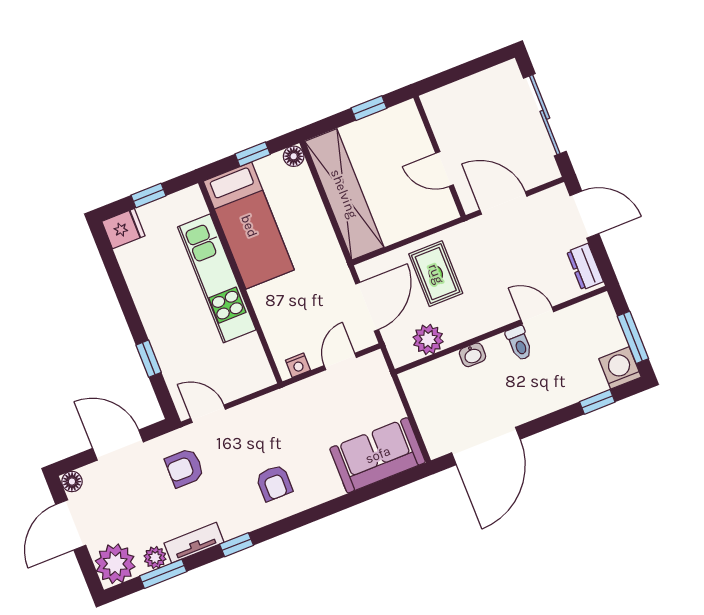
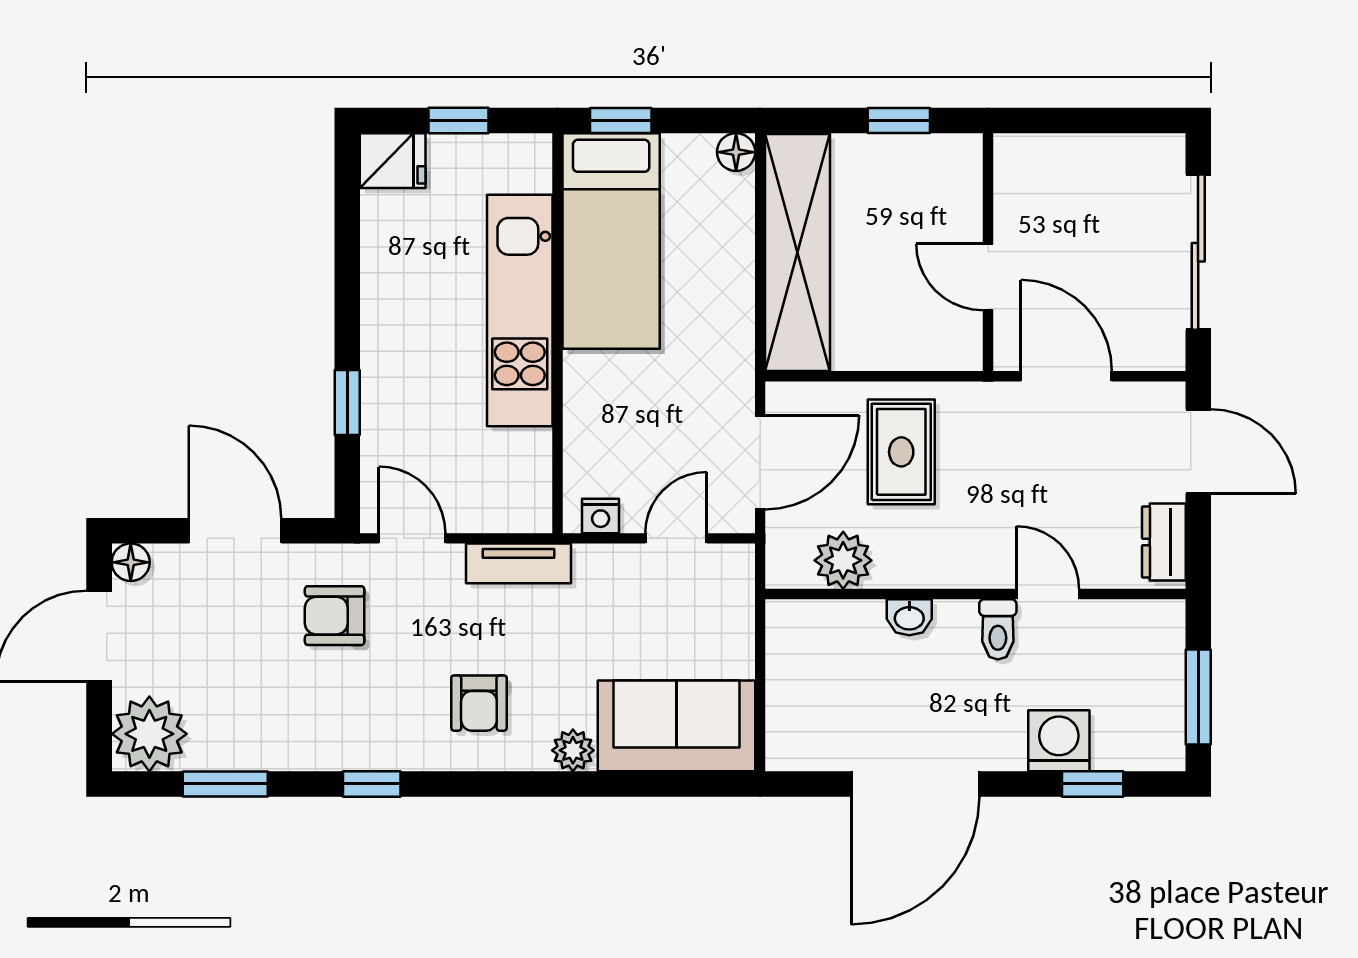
window: (253, 154) -> (621, 120), moved
washing machine: (620, 368) -> (1059, 741), moved
door: (486, 446) -> (915, 784), moved
tv unit: (194, 543) -> (518, 563), moved, turned 180
plant: (155, 558) -> (573, 750), moved

